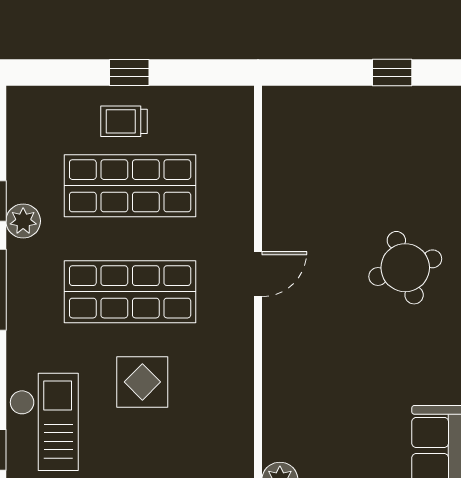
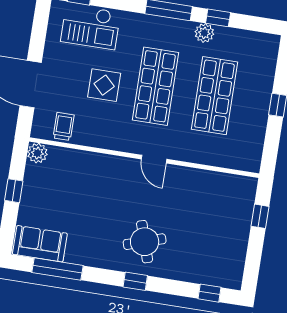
window: (392, 73) -> (260, 216), moved
trolley: (124, 121) -> (64, 126), moved

